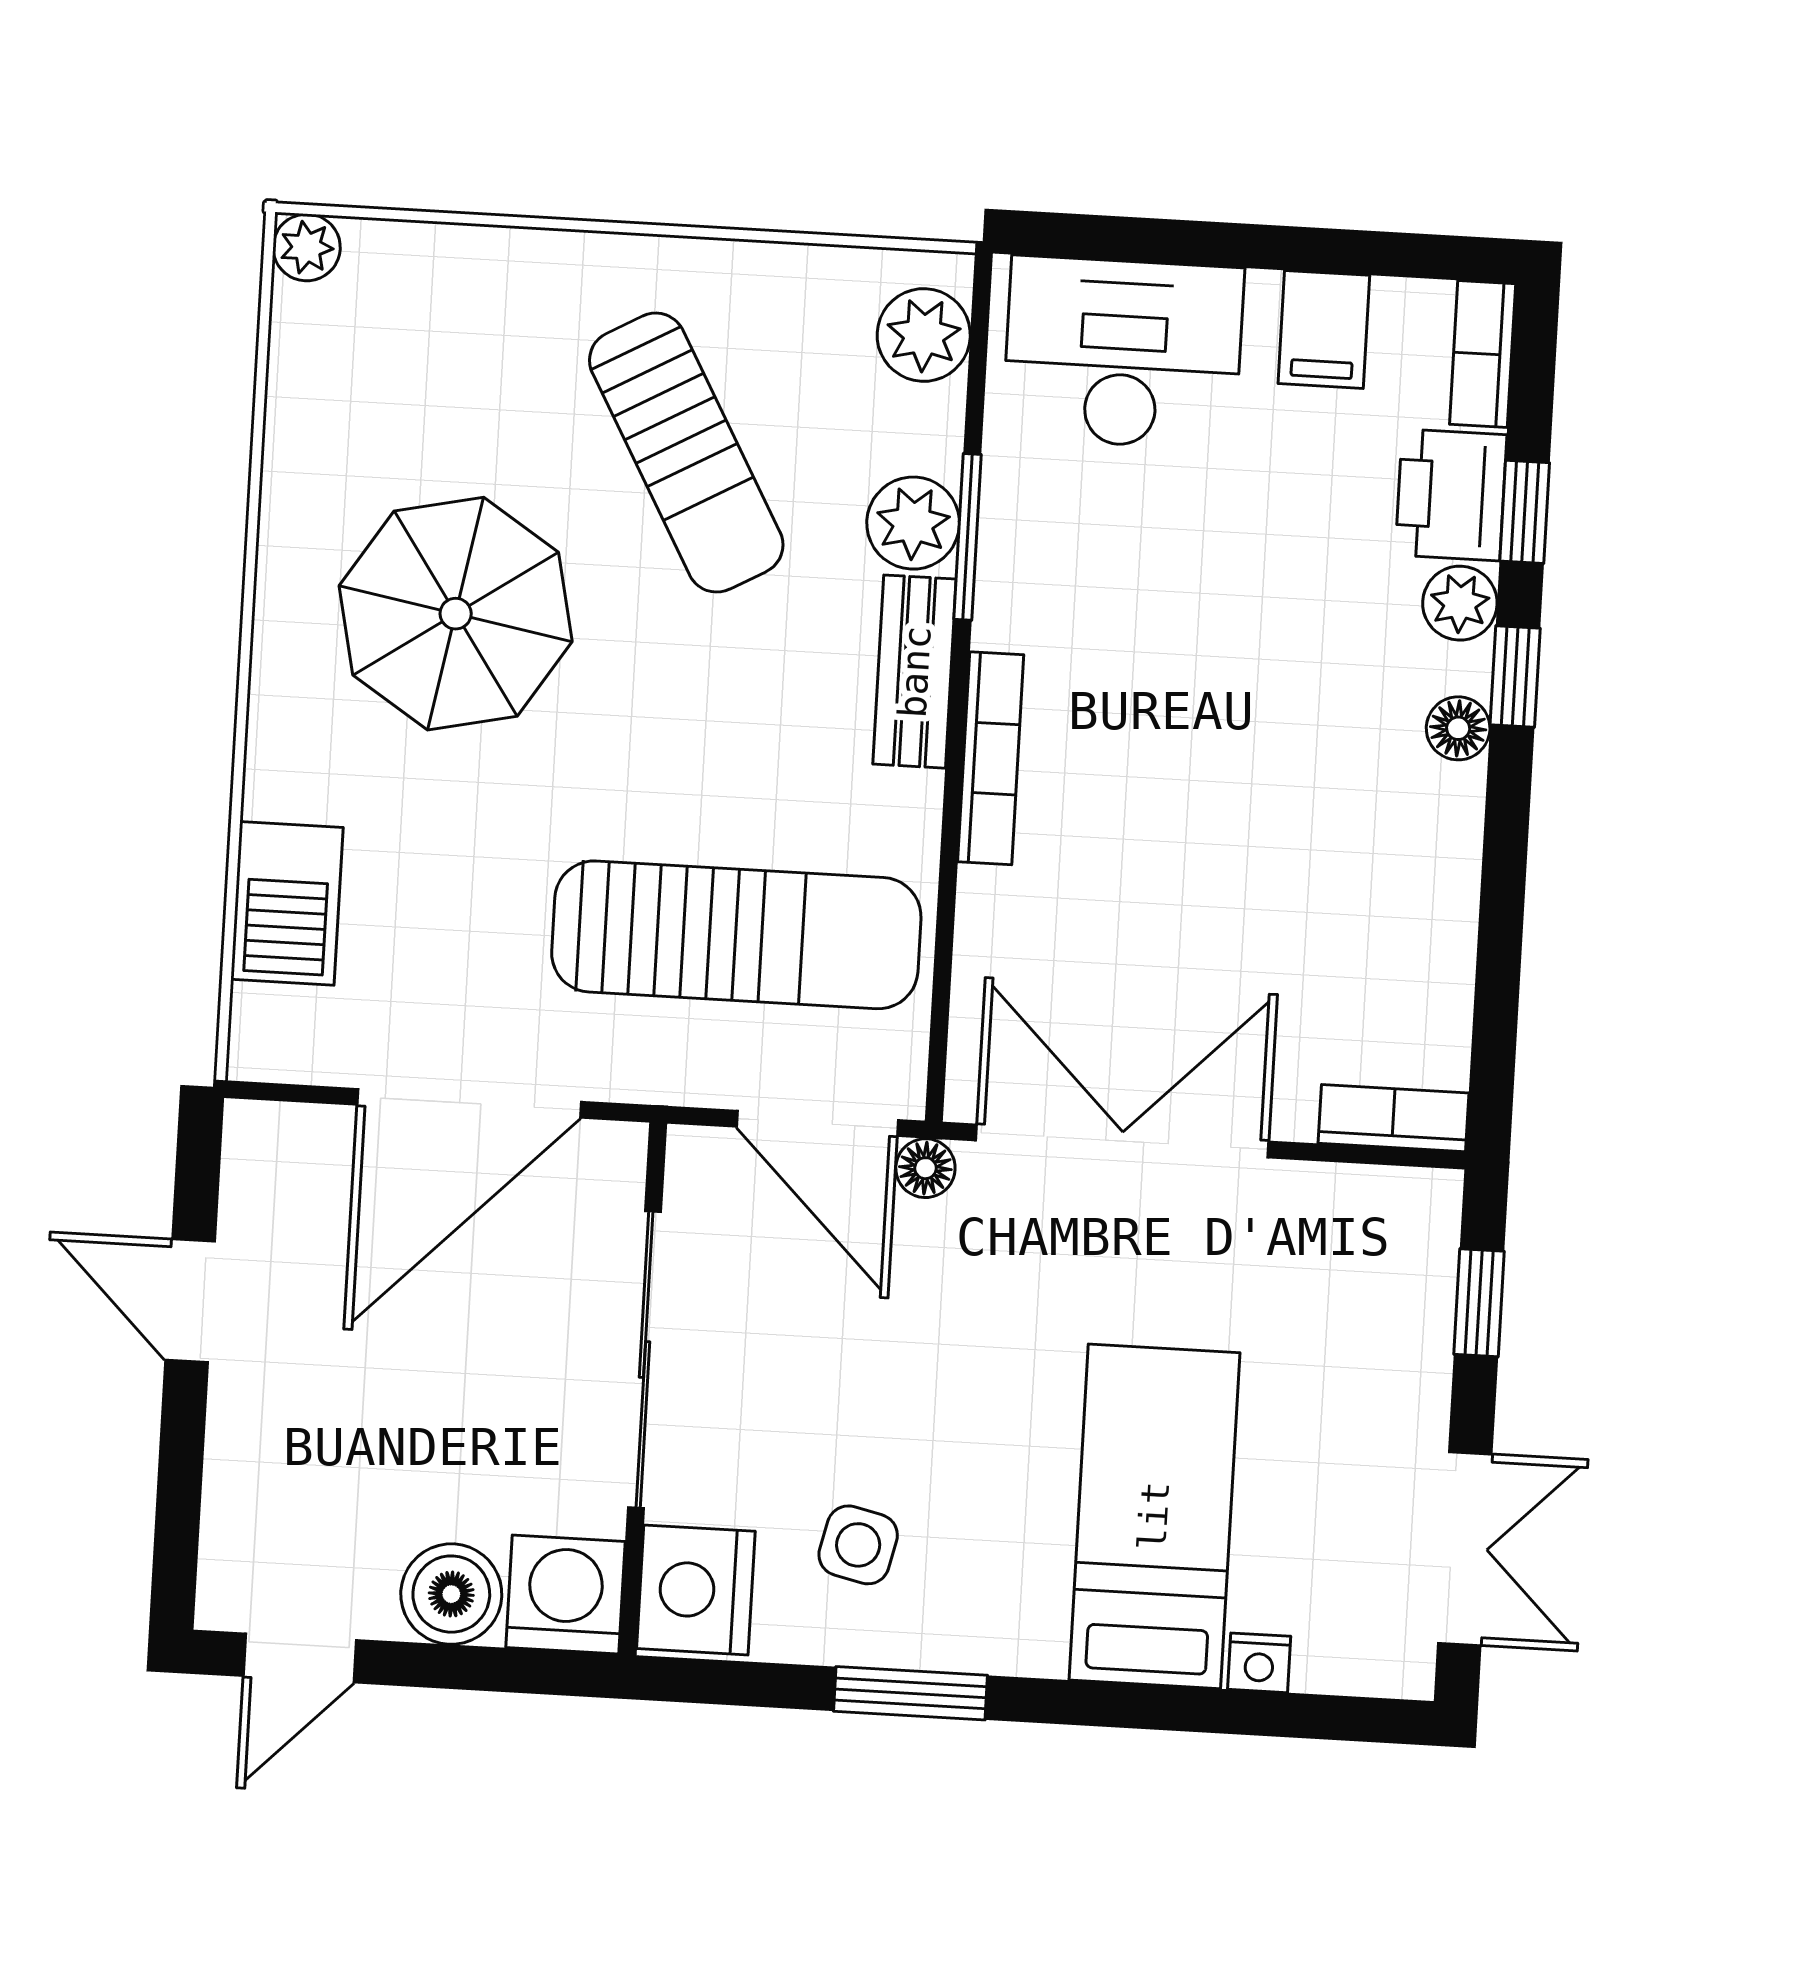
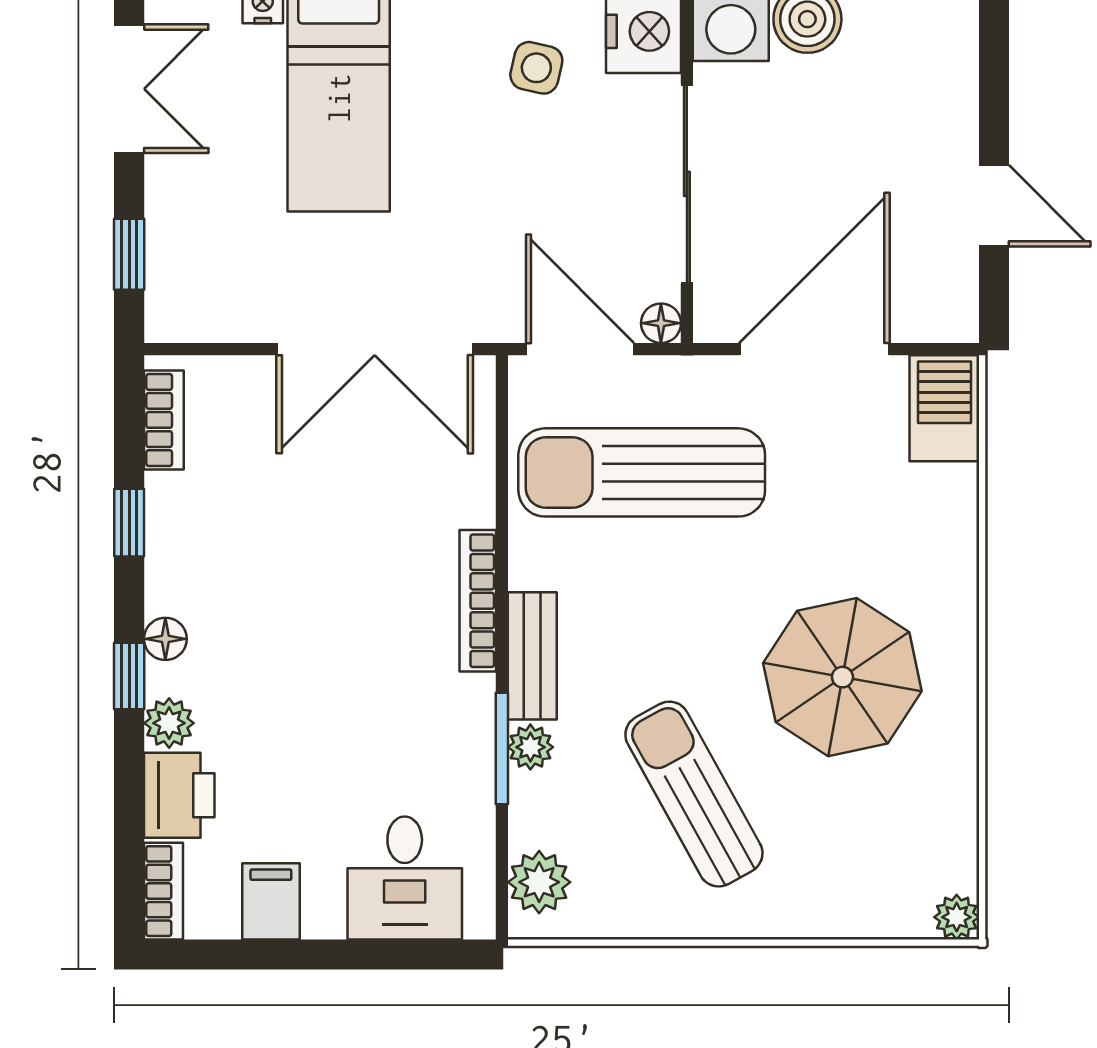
desk: (1123, 353) -> (405, 878), width x0.73
window: (1525, 512) -> (129, 523), moved
plant: (913, 523) -> (530, 747), width x0.73, depth x0.73
barbecue: (287, 903) -> (944, 408), moved
bookcase: (1394, 1118) -> (164, 420), moved, turned -90
floor lamp: (925, 1168) -> (661, 323), moved
double door: (1465, 1549) -> (129, 89), swing flipped

